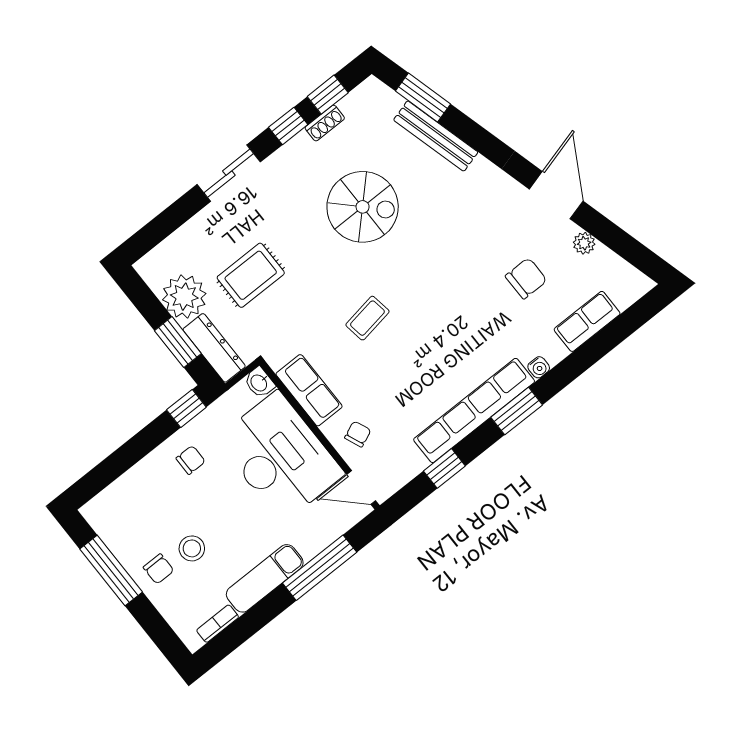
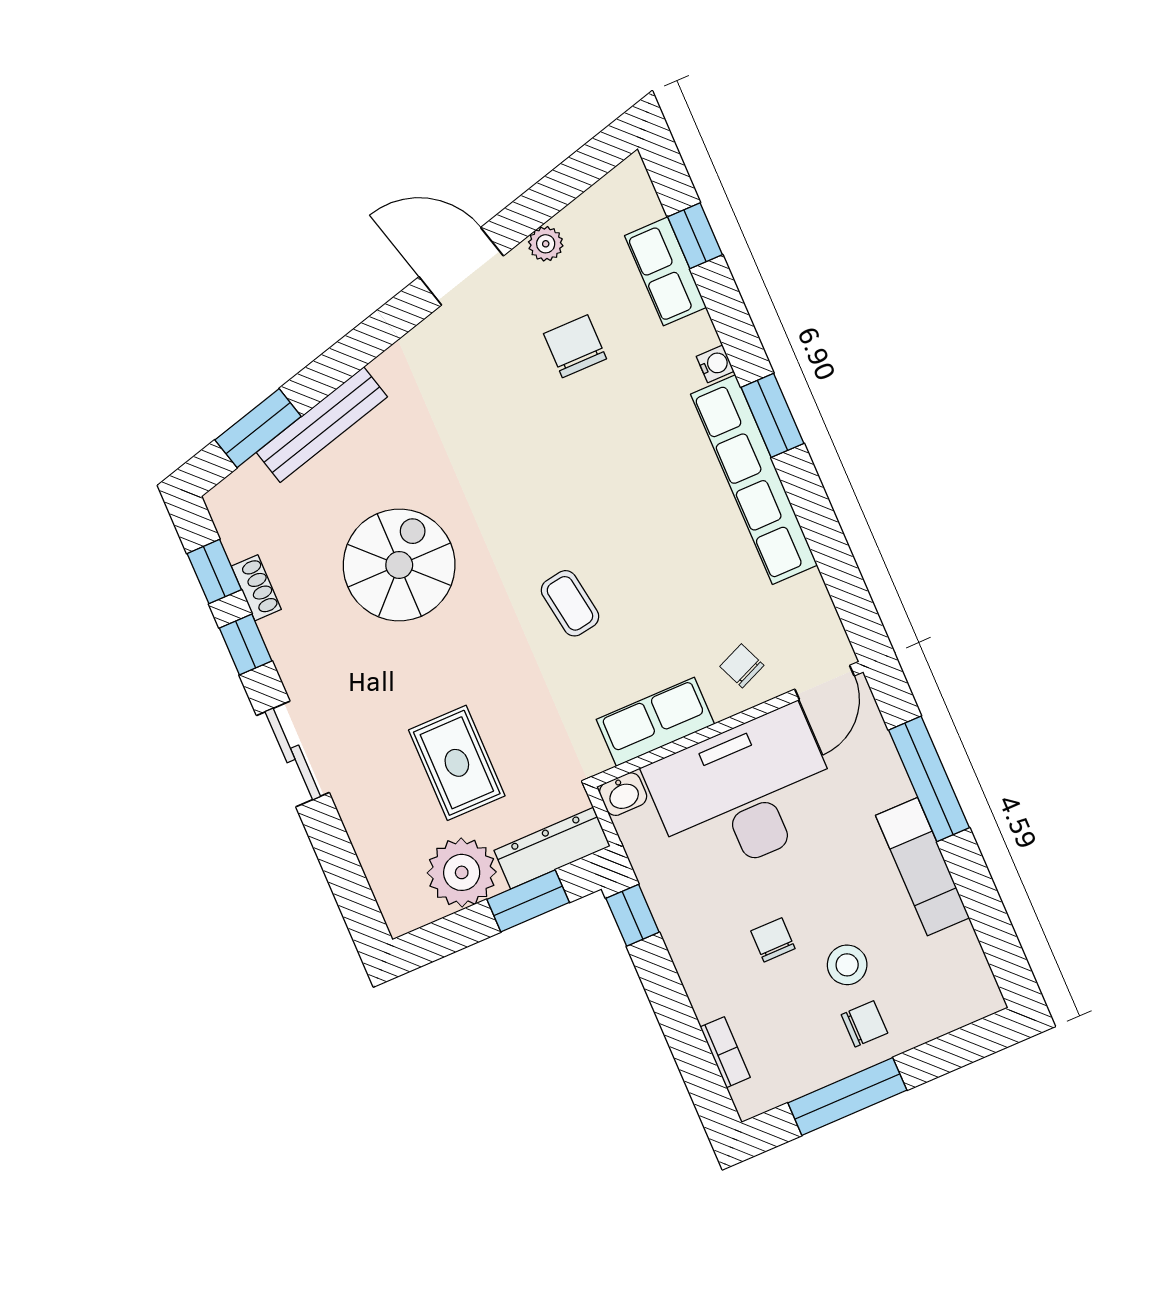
chair: (191, 460) -> (773, 940), moved
window: (444, 468) -> (695, 236), moved
bookcase: (218, 624) -> (725, 1052), moved, turned 180

